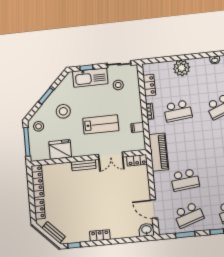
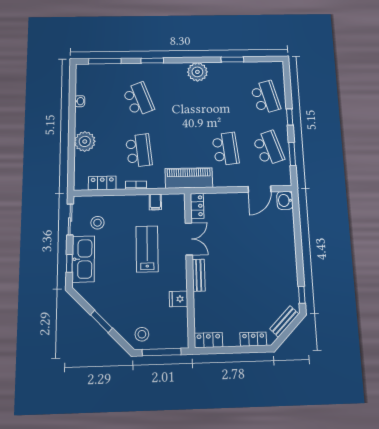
stool: (63, 111) -> (125, 298), removed
fridge: (60, 149) -> (179, 299), width x0.53, depth x0.75
locker: (37, 181) -> (208, 340), width x0.66
locker: (100, 235) -> (290, 260), removed

